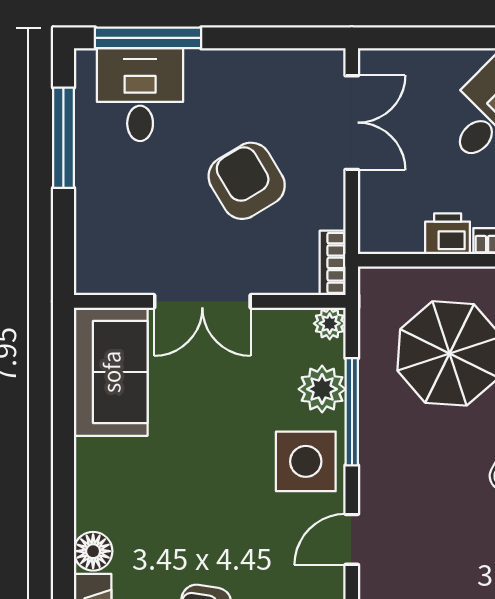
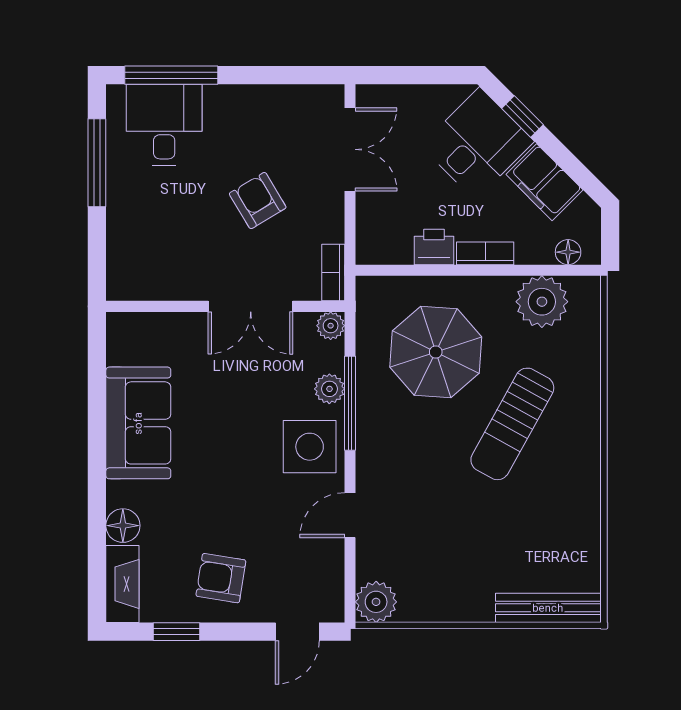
armchair: (247, 181) -> (258, 201), width x0.72, depth x0.72
double door: (202, 301) -> (251, 306), moved
sofa: (111, 372) -> (138, 423), moved
plant: (322, 389) -> (329, 389), width x0.73, depth x0.73

